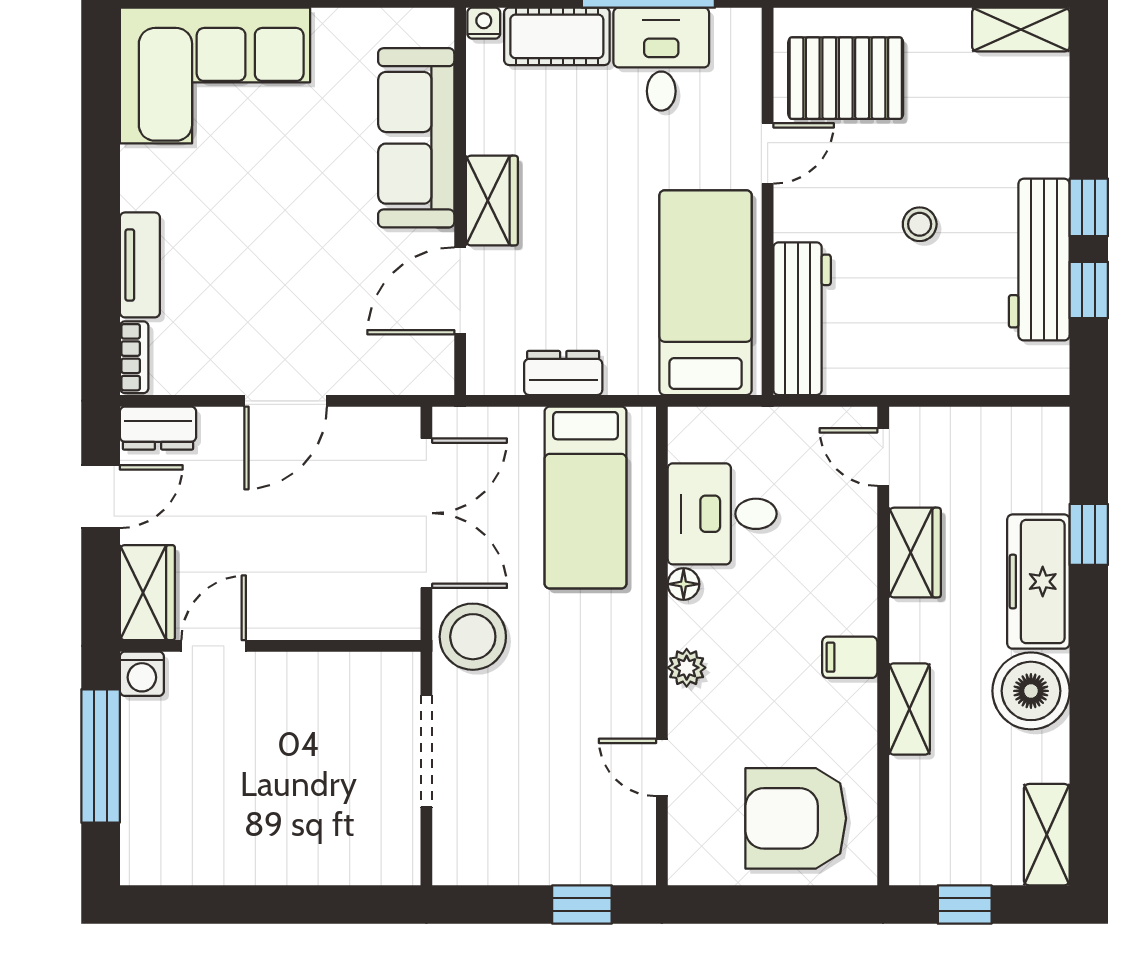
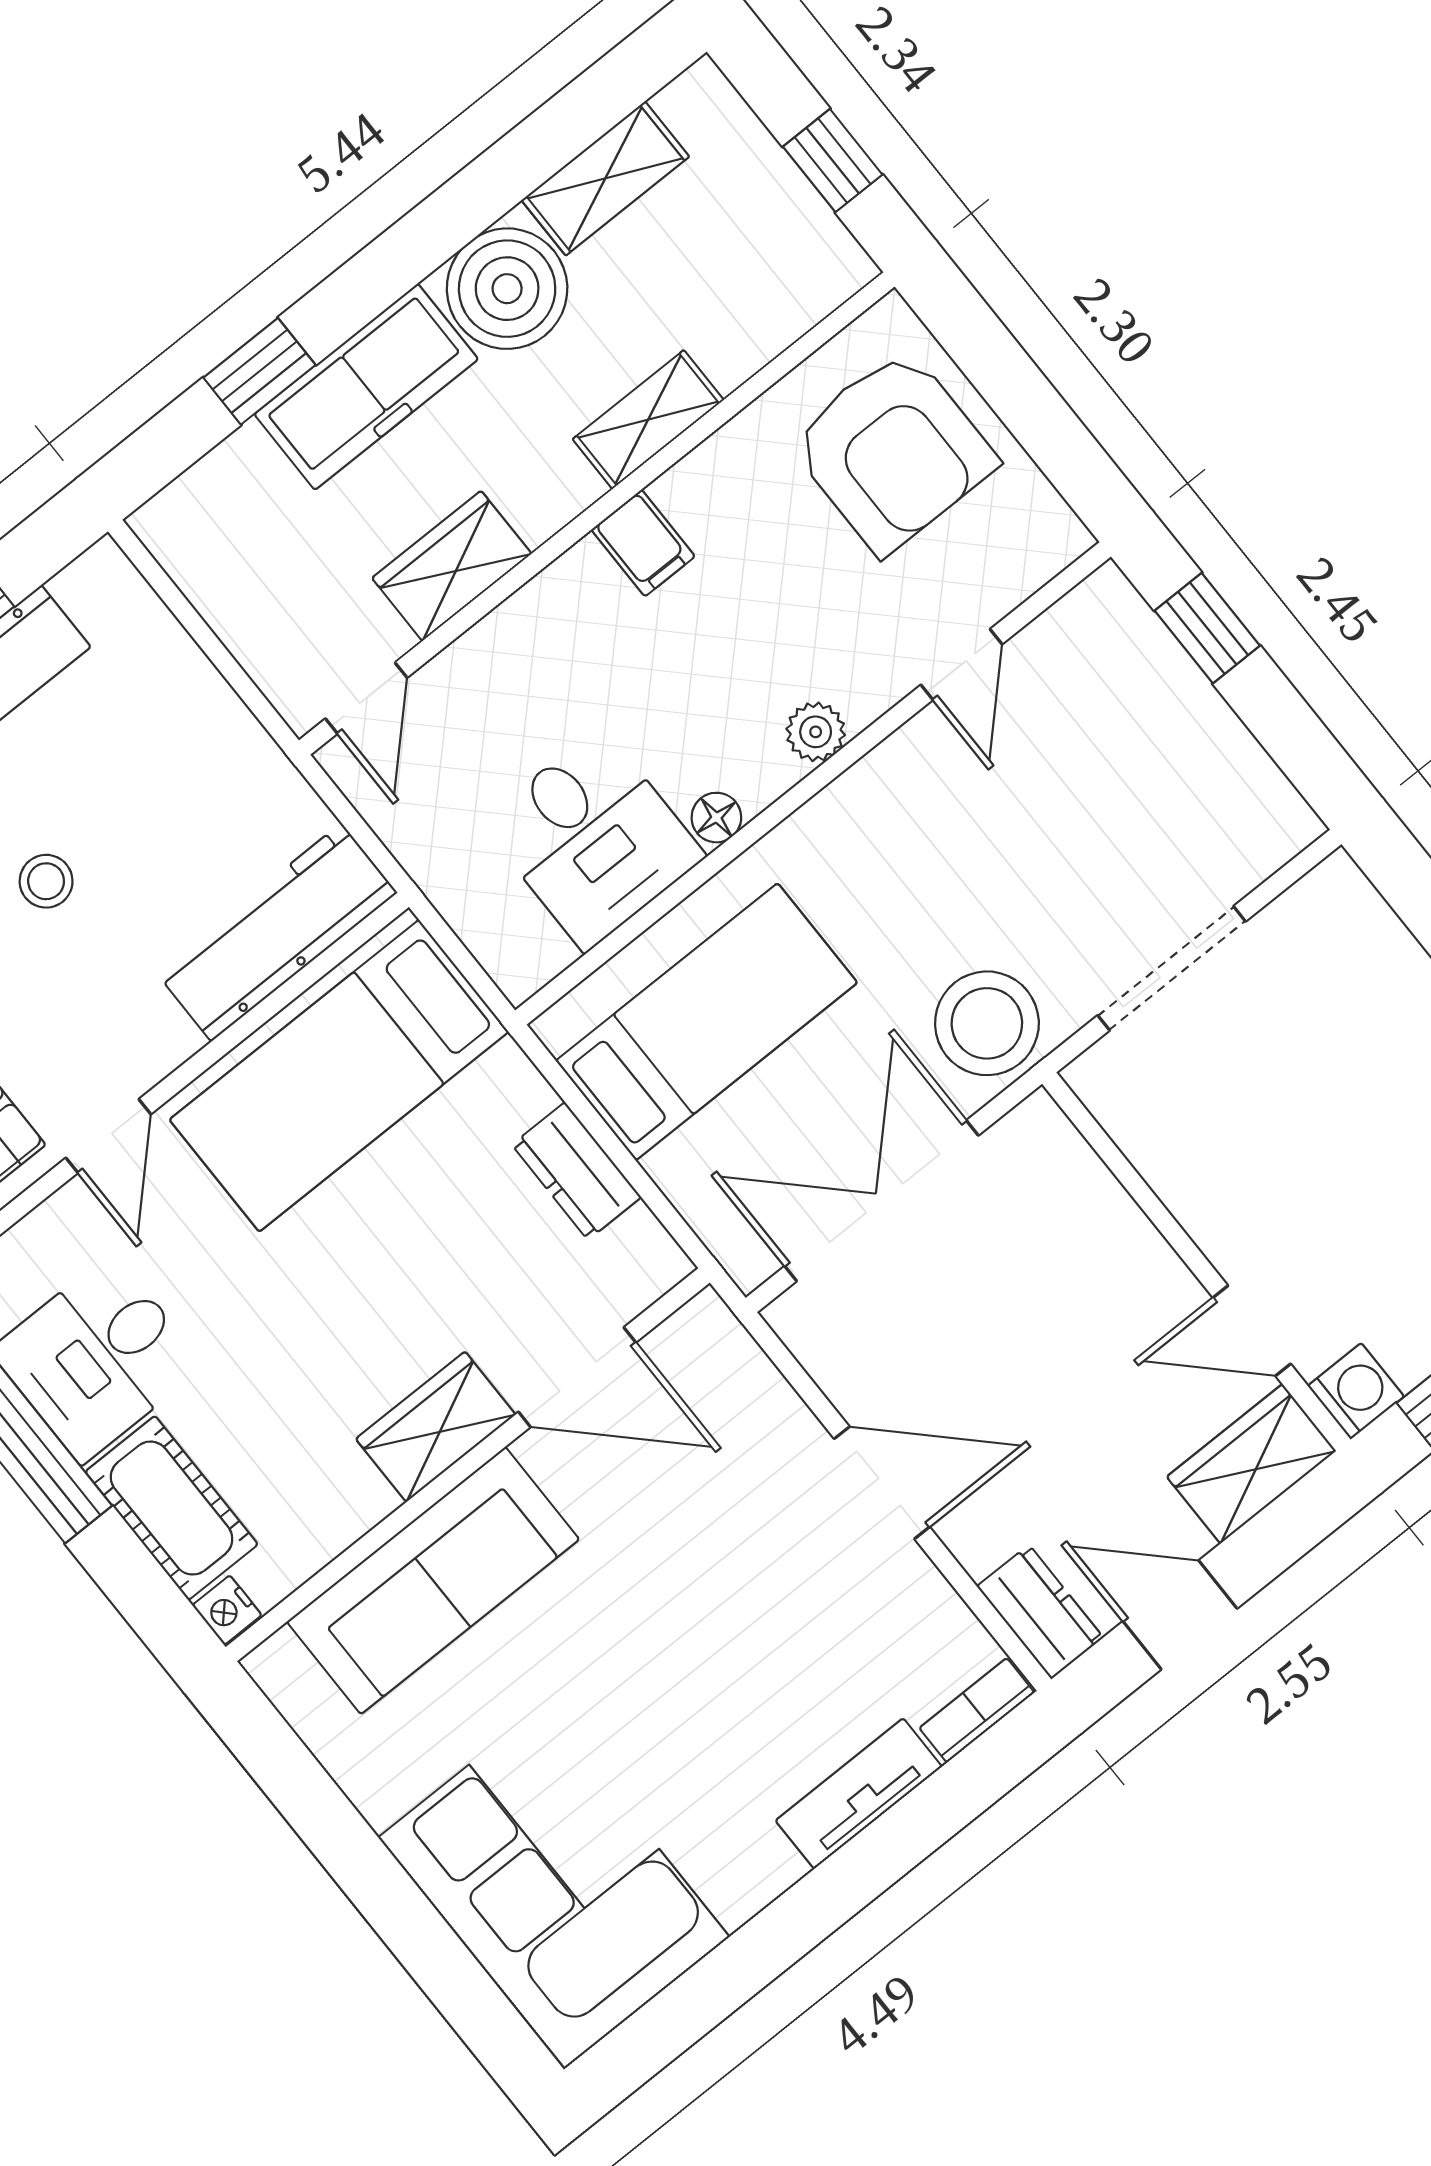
door: (768, 153) -> (108, 1136), swing flipped
shelving: (1047, 835) -> (605, 178), moved

